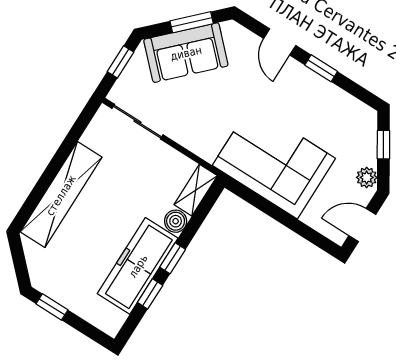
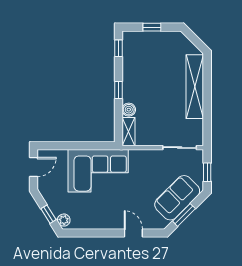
window: (321, 68) -> (104, 233), removed
plant: (367, 177) -> (64, 220), moved
freezer: (138, 266) -> (134, 75), removed
window: (150, 294) -> (118, 48), moved
window: (52, 307) -> (152, 27), moved

